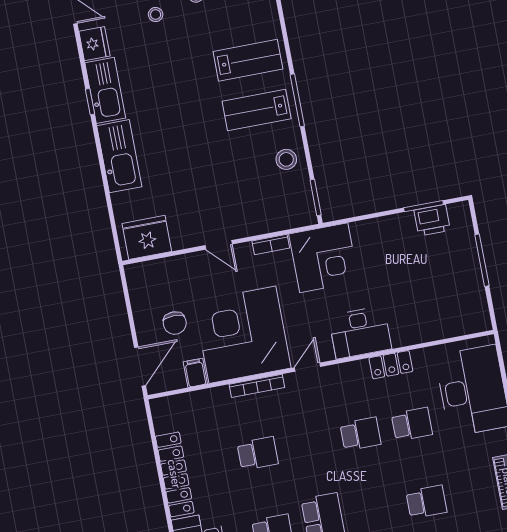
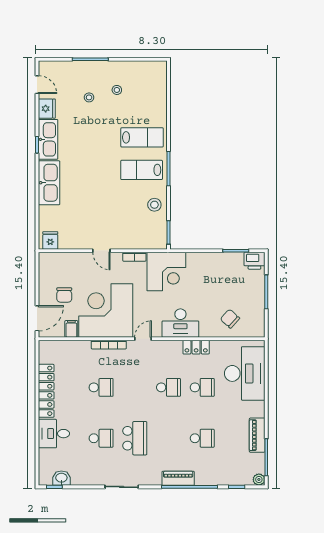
printer: (432, 220) -> (254, 261), moved
fridge: (147, 237) -> (50, 240), width x0.53, depth x0.75
chair: (434, 312) -> (230, 319), added

